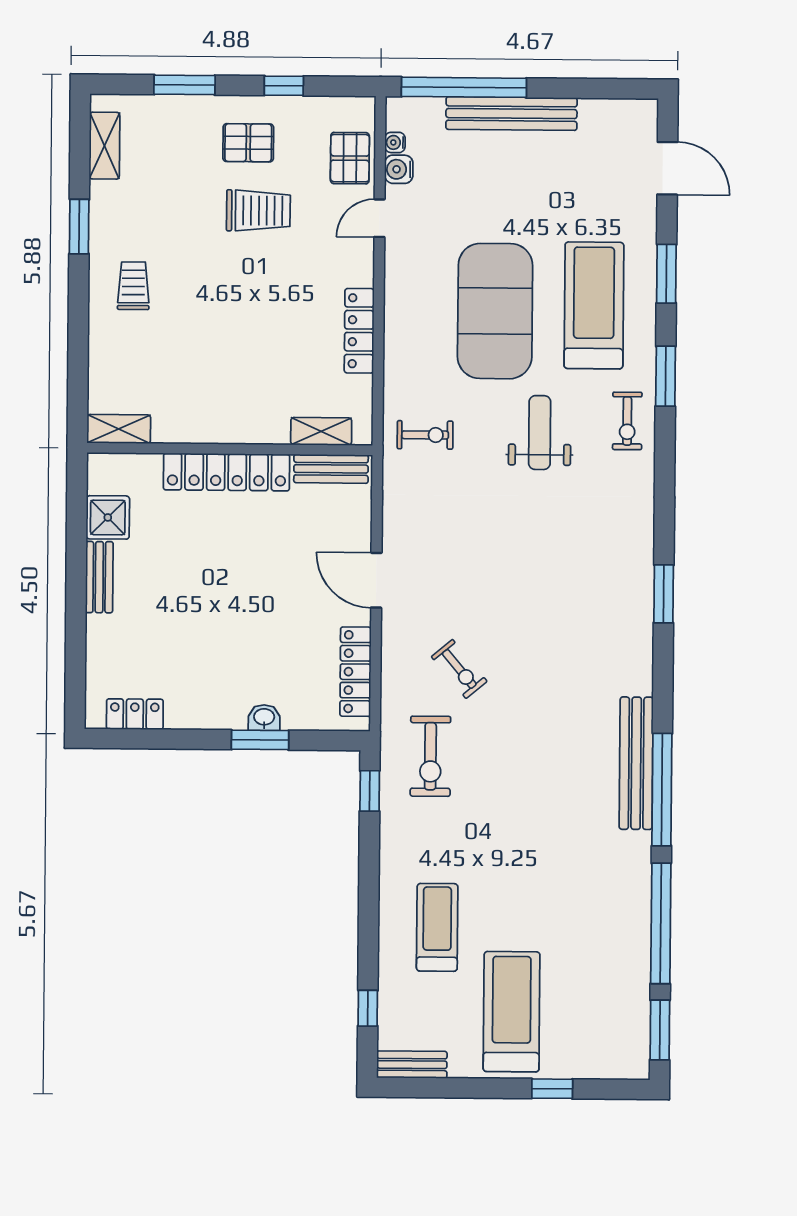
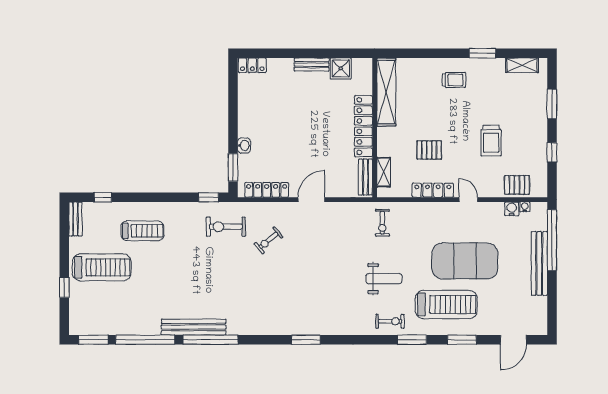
pallet: (248, 143) -> (429, 150), moved, turned 90
door: (379, 218) -> (468, 200), moved
exercise mat: (495, 311) -> (465, 261), moved
exercise bike: (627, 421) -> (390, 321), turned 180
shelving: (119, 429) -> (386, 92), width x2.20, depth x1.33
locker: (135, 714) -> (252, 65), moved, turned 90
window: (260, 740) -> (233, 167), moved
bench: (636, 763) -> (194, 327), moved

